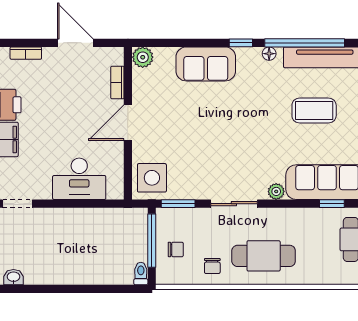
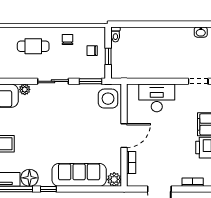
floor lamp: (269, 54) -> (29, 178), width x1.89, depth x1.89
sofa: (206, 64) -> (79, 175), width x1.36
window: (152, 241) -> (108, 56), width x0.46
cafe table: (264, 256) -> (33, 46), width x0.73, depth x0.74

